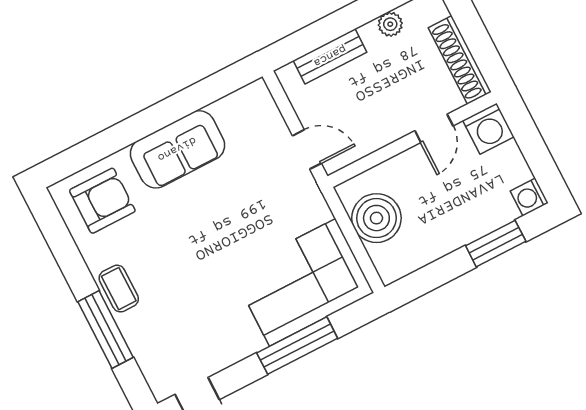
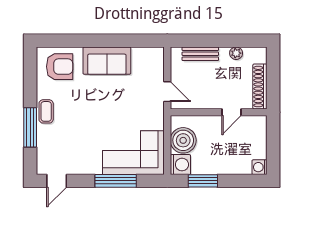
washing machine: (488, 129) -> (180, 165), moved, turned -90
window: (496, 244) -> (203, 181), moved

